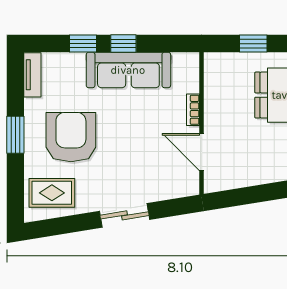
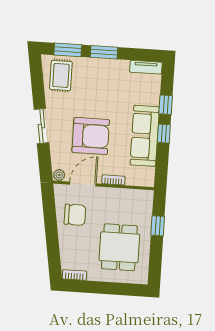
armchair: (71, 137) -> (91, 136), moved
chair: (245, 160) -> (75, 215), added
window: (15, 186) -> (68, 50), added
plant: (191, 186) -> (59, 175), added

